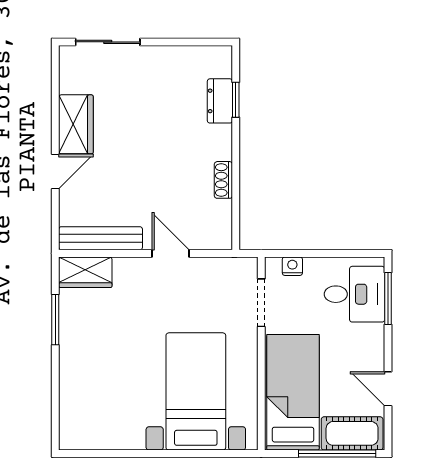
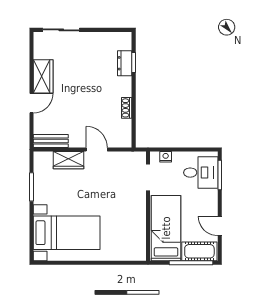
bench: (101, 238) -> (51, 141), width x0.73
wardrobe: (85, 272) -> (69, 160), moved
bed with nightstands: (196, 391) -> (67, 233), moved, turned 90

